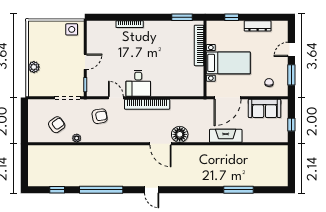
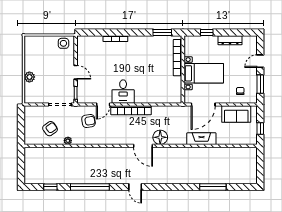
door: (85, 62) -> (76, 72), hinge flipped
door: (116, 98) -> (103, 105), swing flipped

